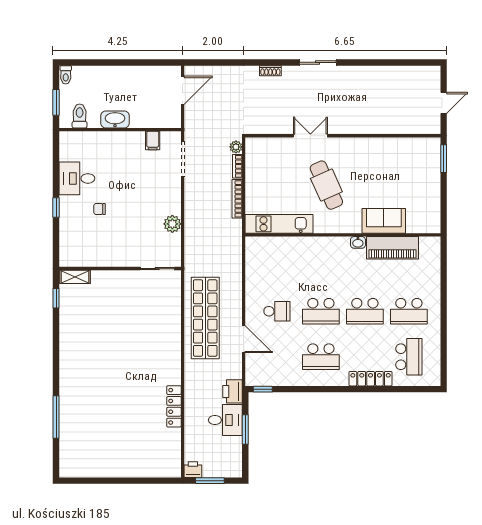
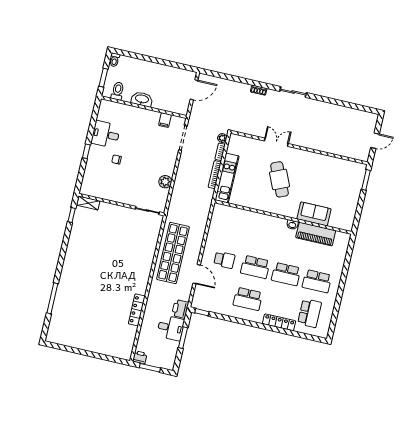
kitchen unit: (279, 224) -> (227, 178), moved, turned 90

